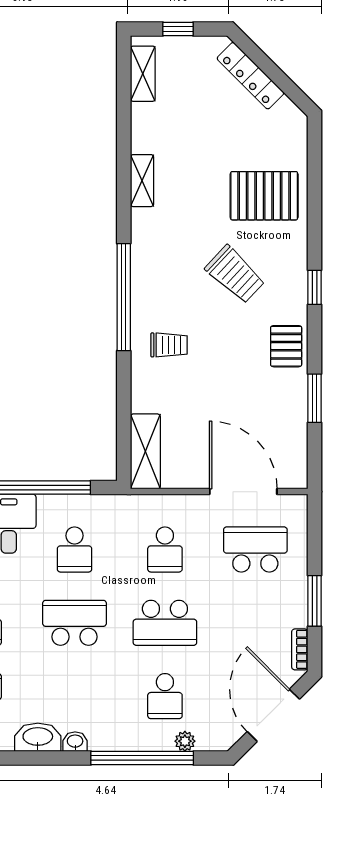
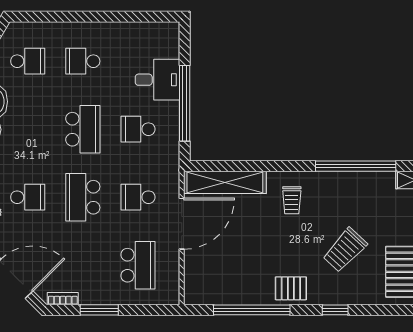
window: (124, 297) -> (356, 166), moved
window: (315, 398) -> (252, 310), width x2.11
shelving: (145, 451) -> (225, 182), width x1.47
door: (243, 492) -> (182, 224), moved
school desk: (165, 696) -> (28, 197), turned 180

